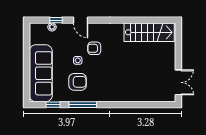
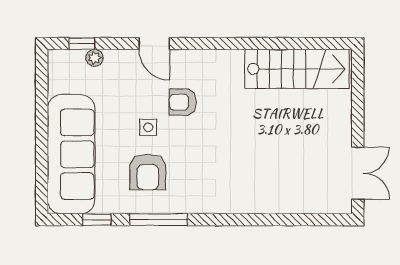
window: (56, 20) -> (82, 44), moved
armchair: (78, 82) -> (148, 172), turned 90

